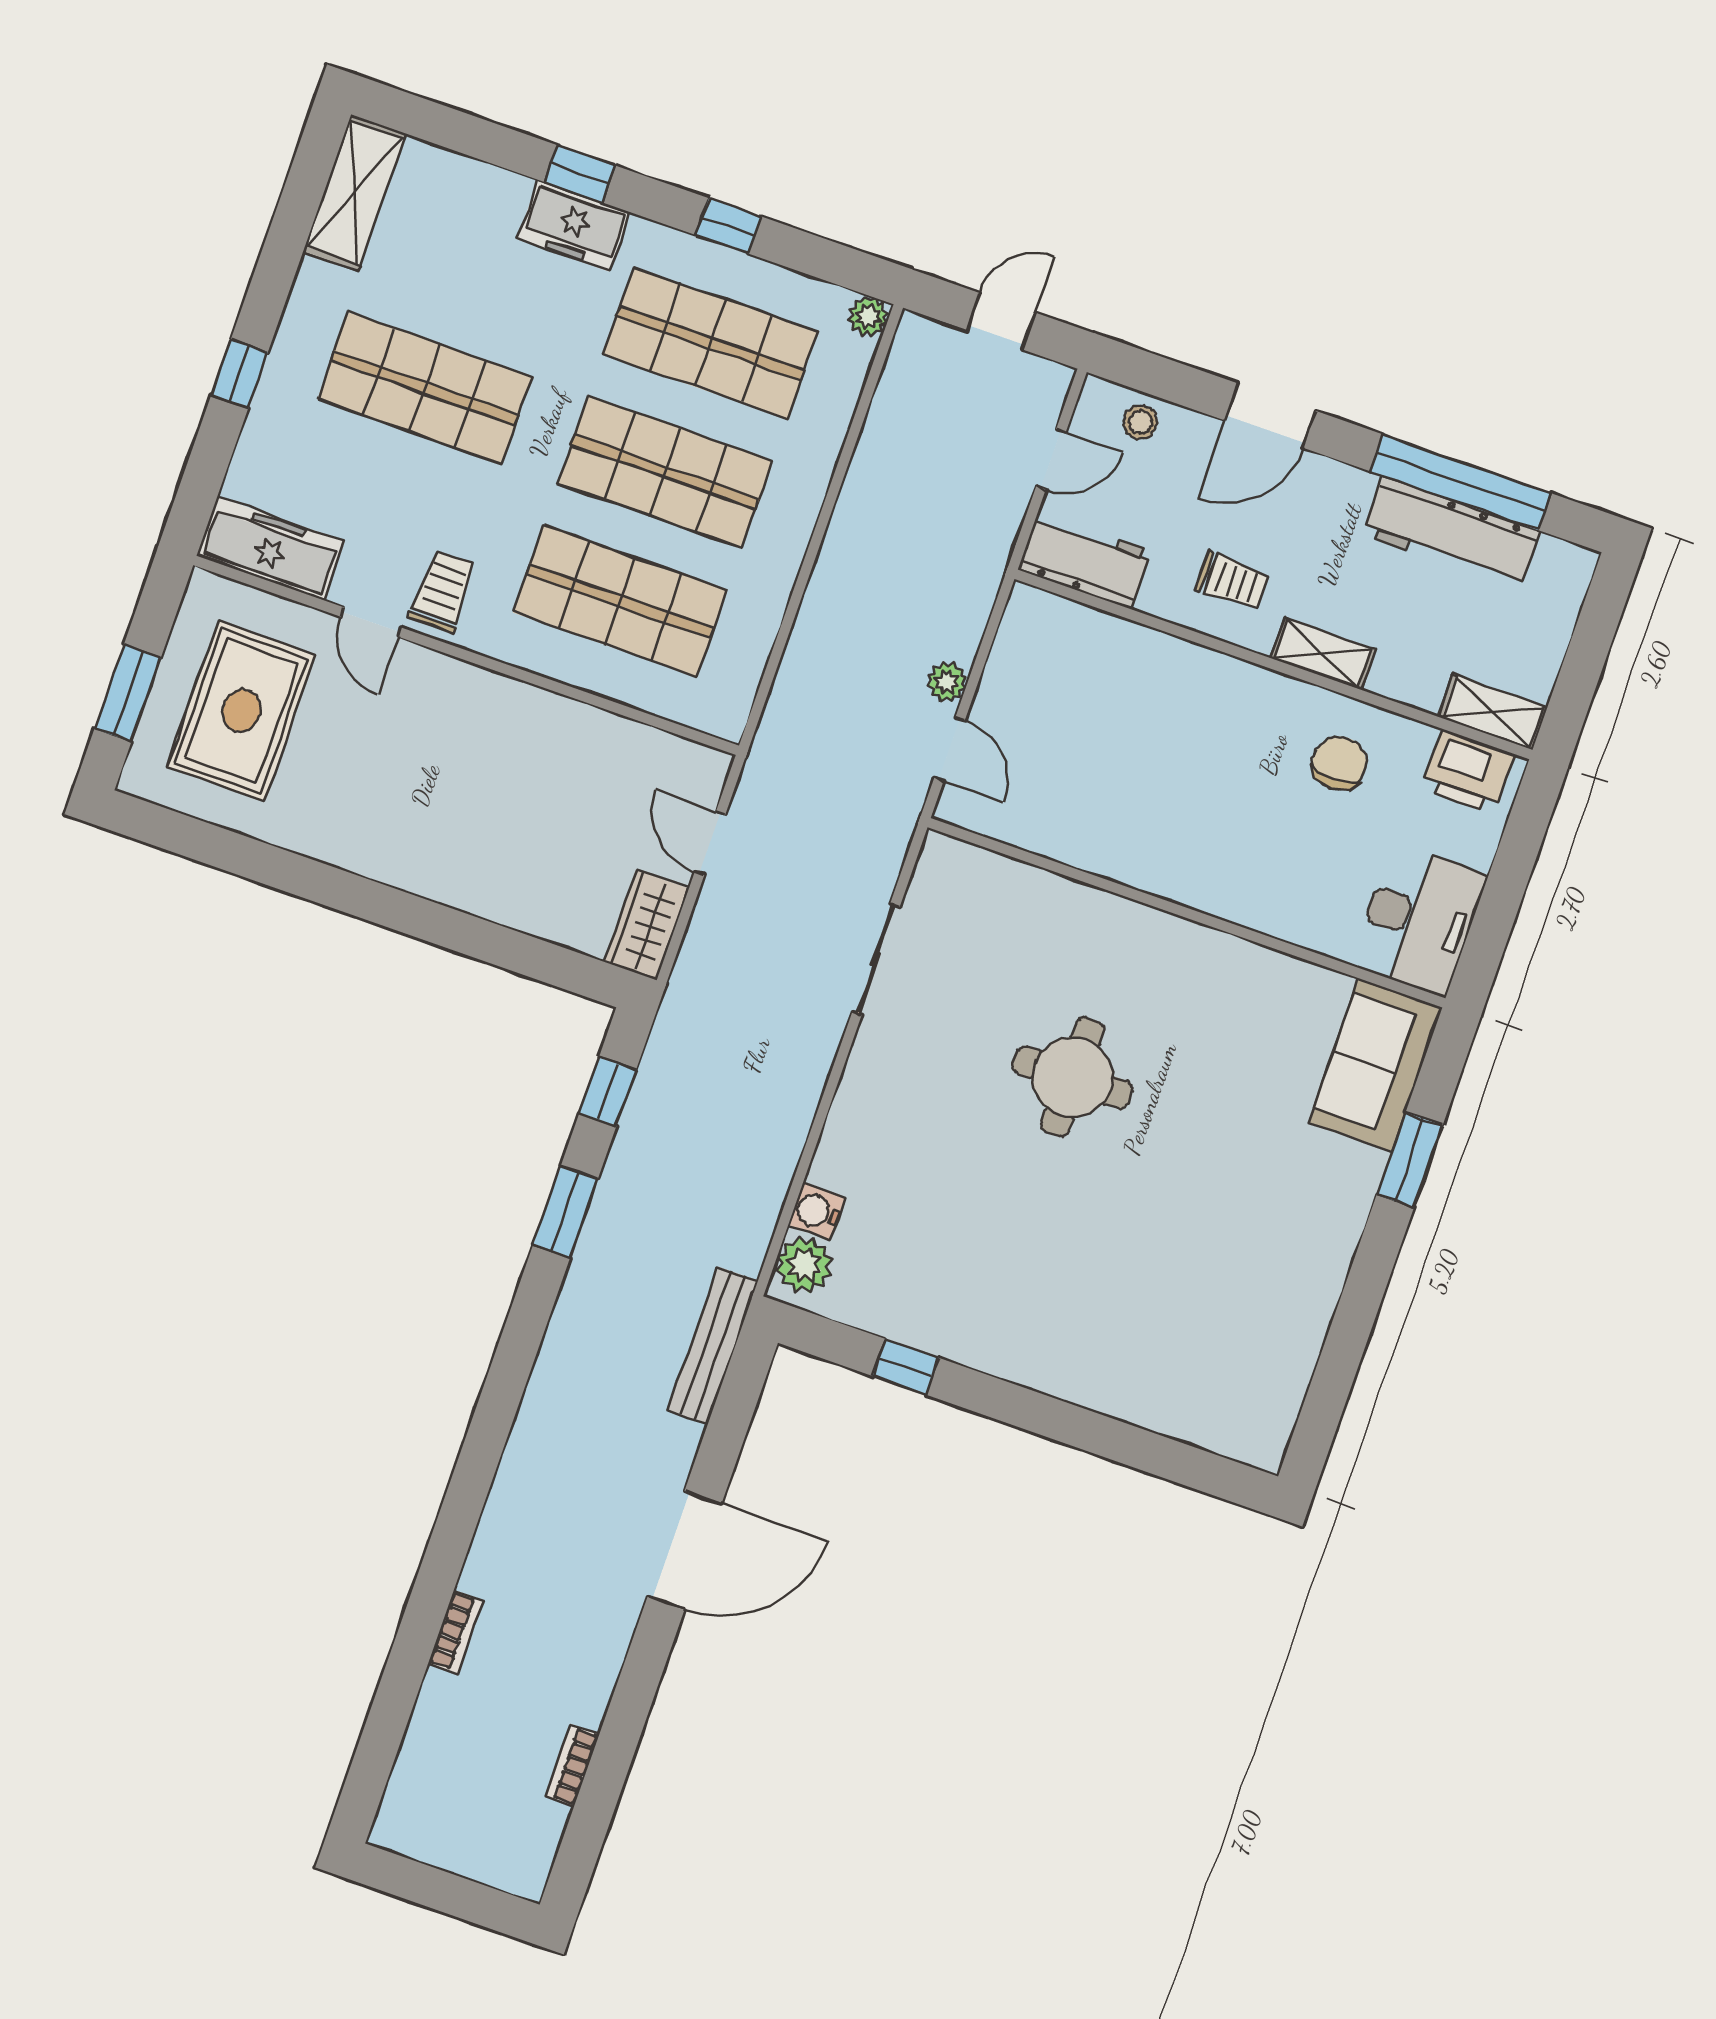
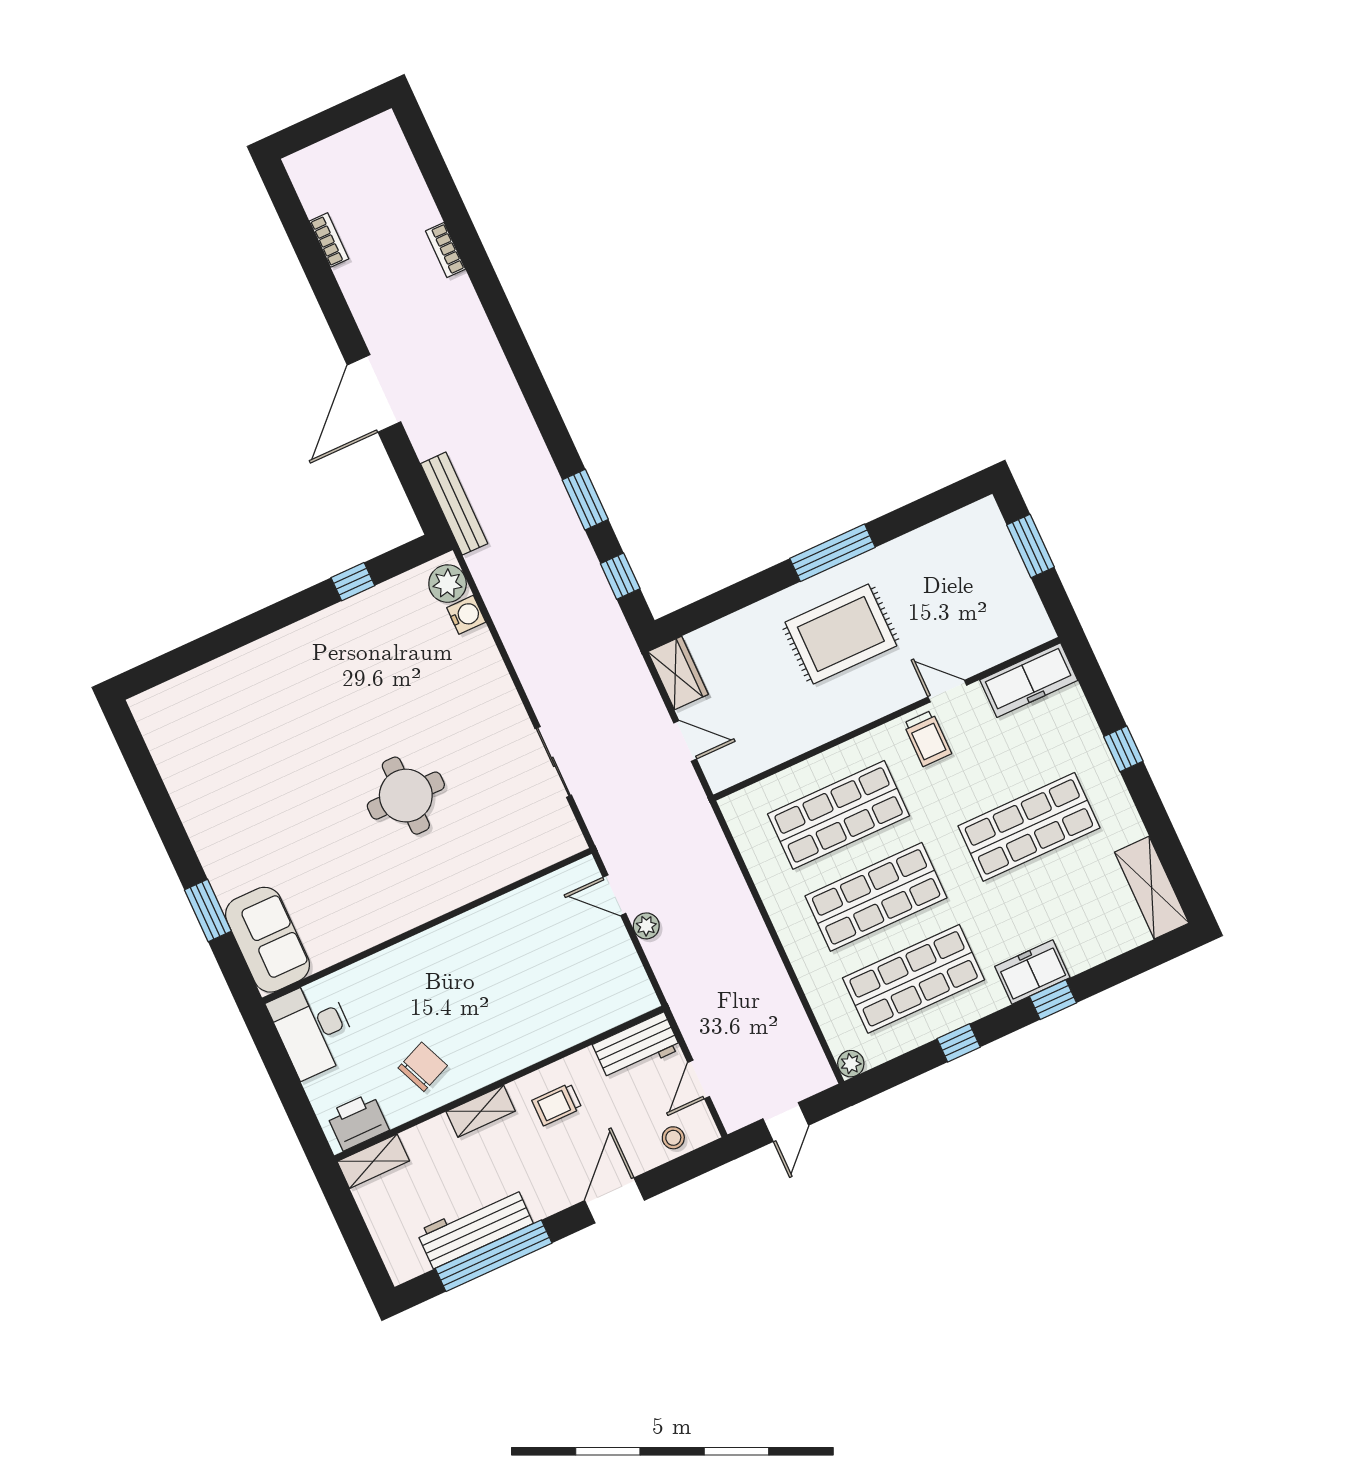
rug: (241, 711) -> (841, 634), moved, turned 90
chair: (1339, 763) -> (423, 1067), turned -113
window: (351, 894) -> (833, 553), added

